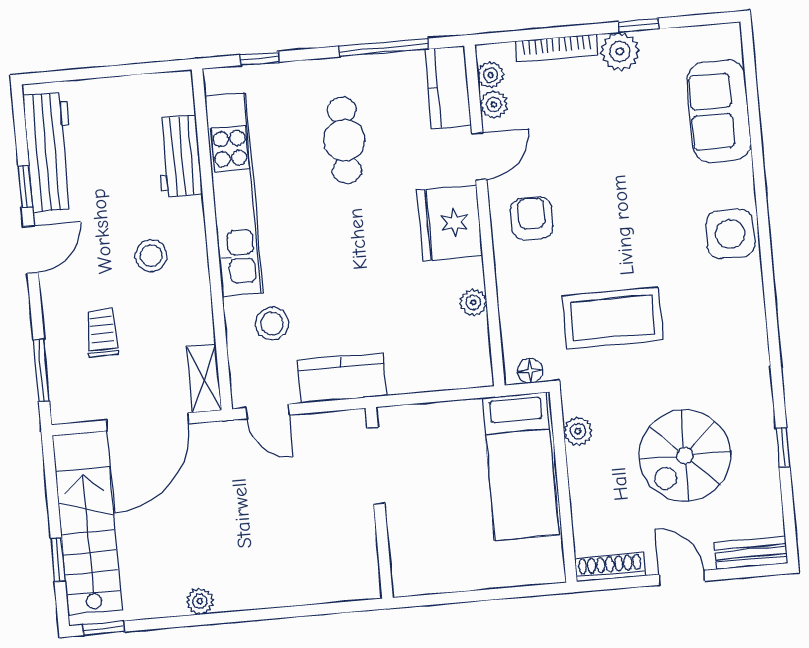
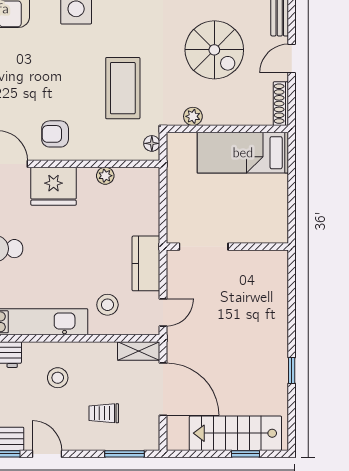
bed: (521, 466) -> (243, 153), moved, turned 180
plant: (200, 601) -> (280, 366), removed
window: (103, 628) -> (292, 371), moved

